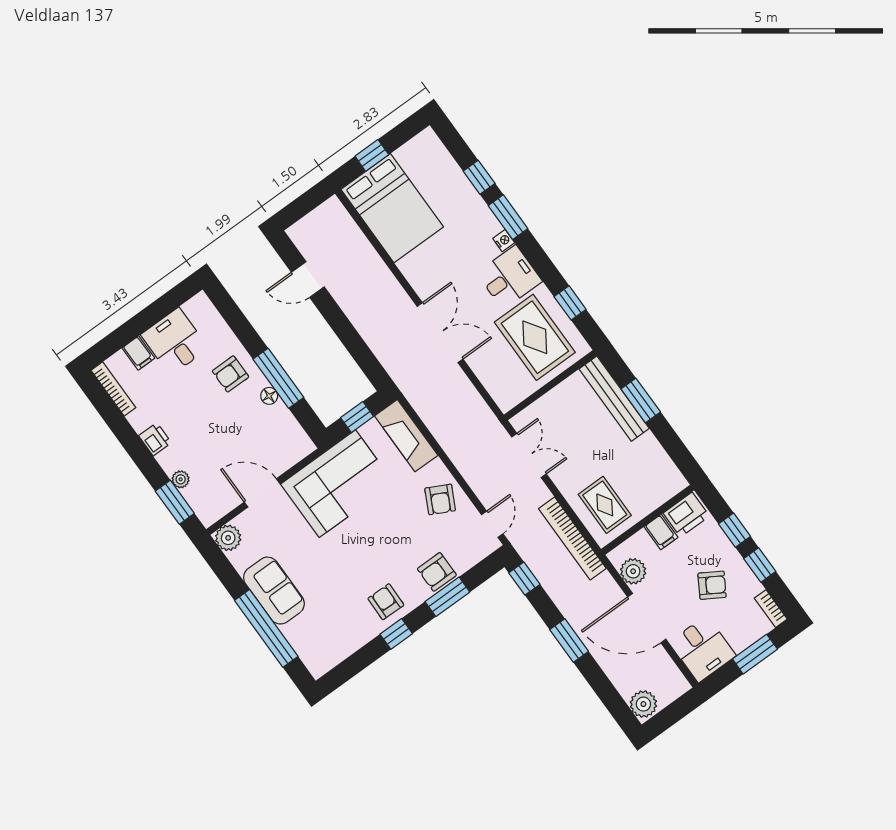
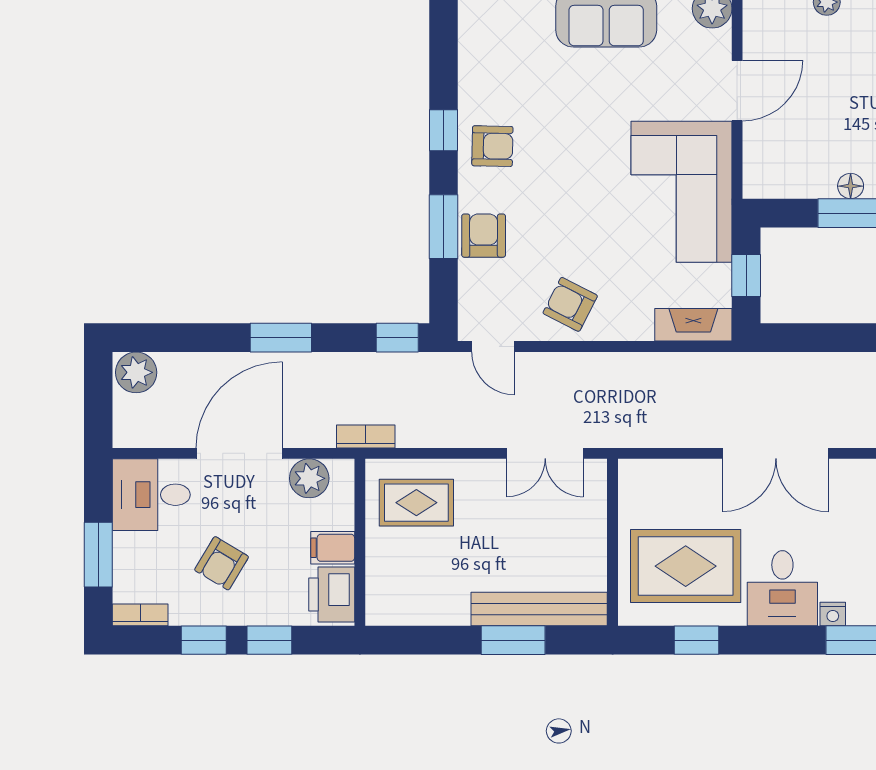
fireplace: (406, 436) -> (693, 325), width x0.73, depth x0.76
bookcase: (572, 538) -> (366, 436), width x0.43, depth x0.76

